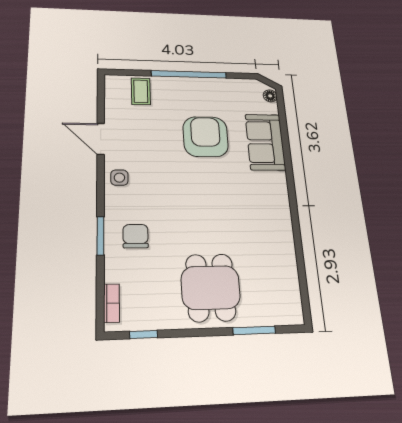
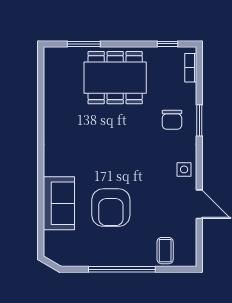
floor lamp: (270, 96) -> (50, 249), removed
dining table: (211, 287) -> (115, 78), width x1.37

